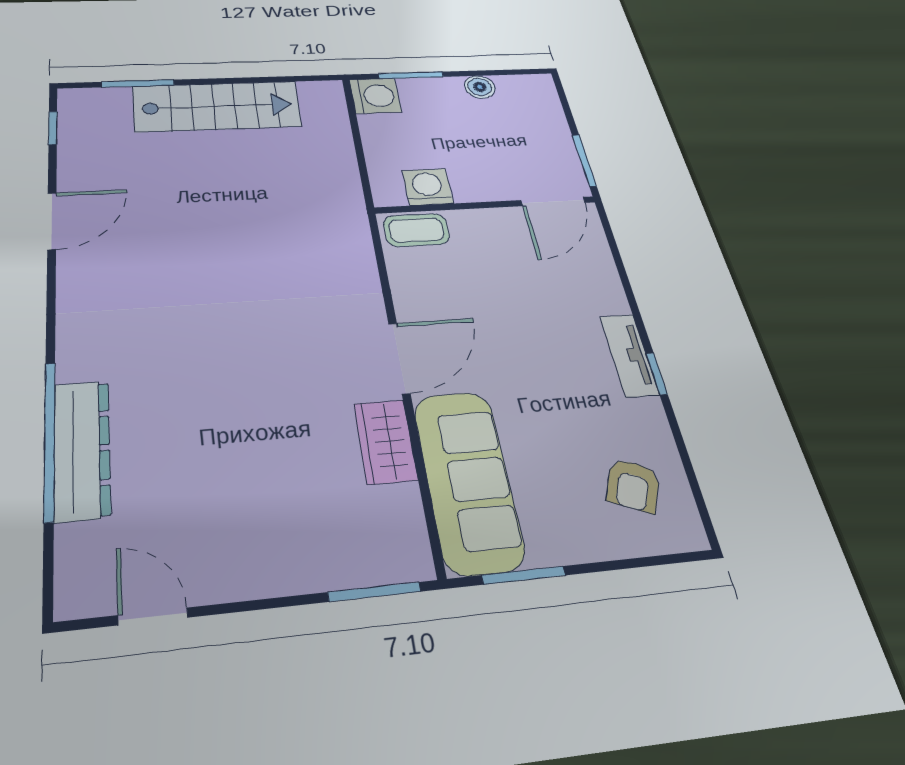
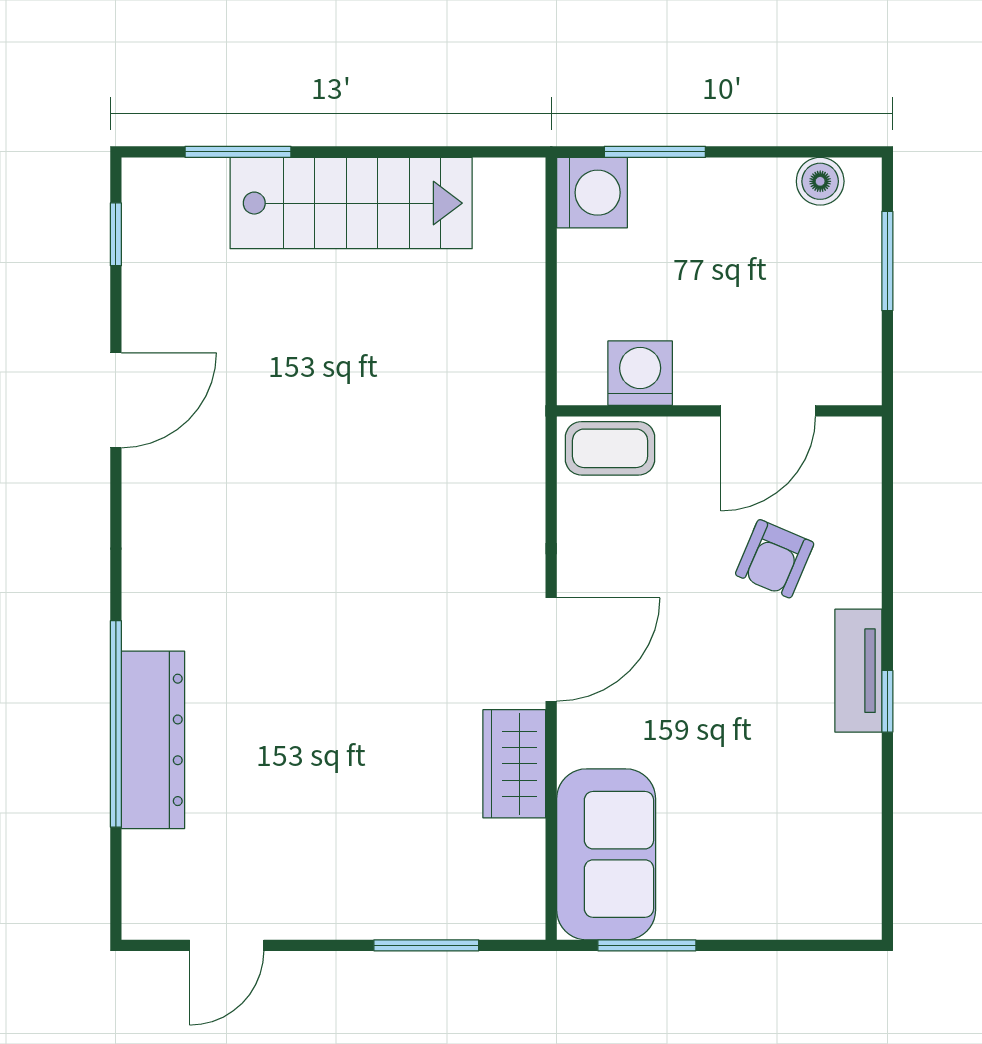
boiler: (480, 87) -> (820, 181), moved
window: (584, 160) -> (887, 261), moved
door: (553, 202) -> (768, 411), moved
sofa: (468, 480) -> (606, 854), width x0.73
armchair: (633, 485) -> (775, 559), moved
window: (374, 592) -> (426, 945), moved
door: (153, 616) -> (227, 945), swing flipped

